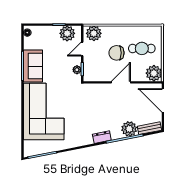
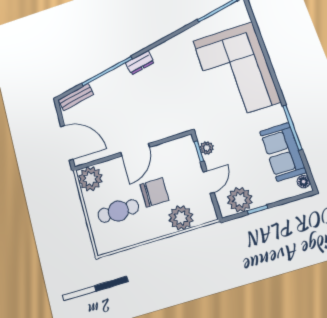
plant: (94, 33) -> (181, 218), moved
sofa: (33, 66) -> (283, 152), moved
plant: (129, 129) -> (104, 87), removed

